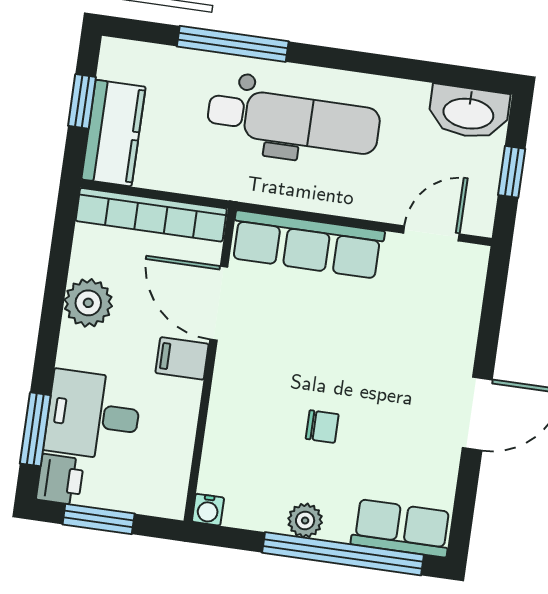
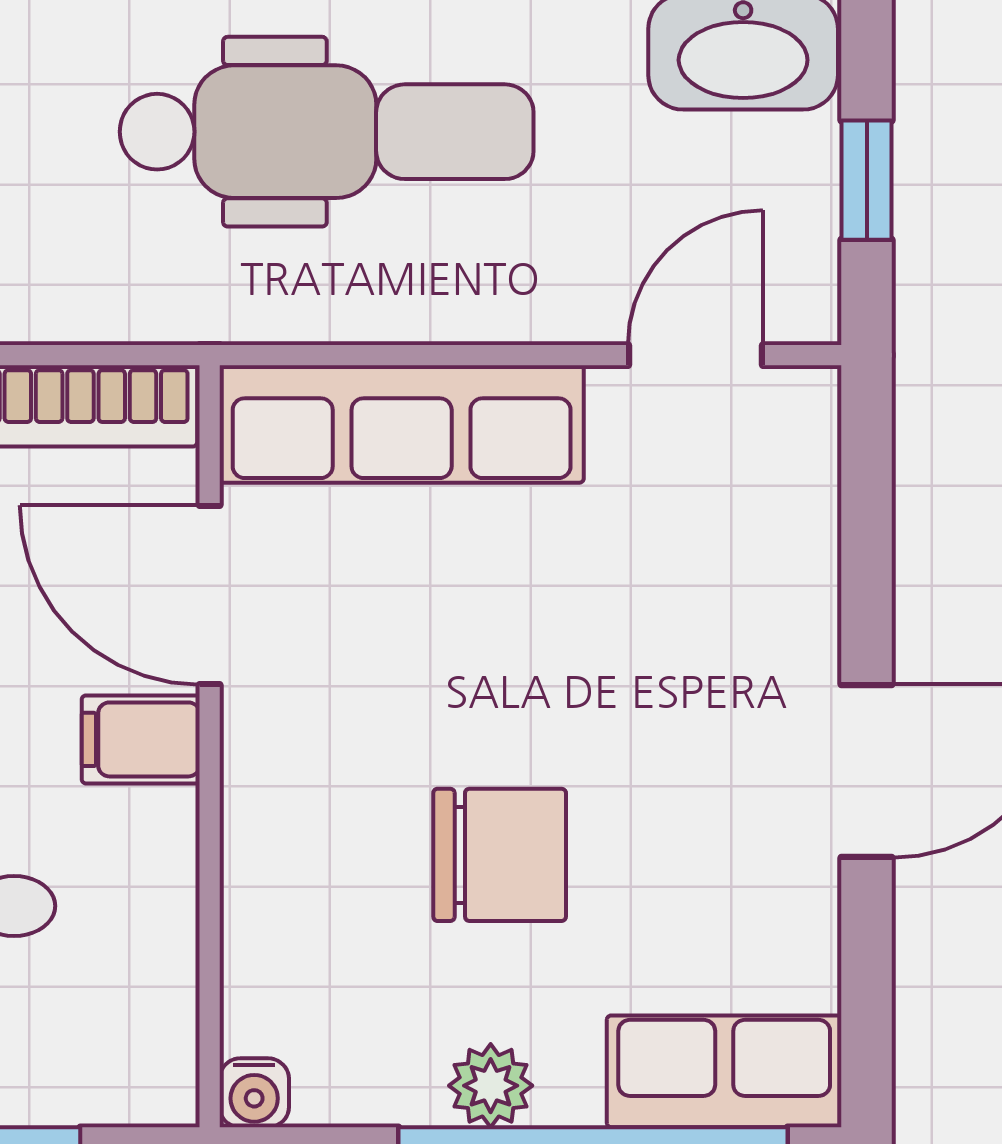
chair: (322, 427) -> (500, 855), width x1.87, depth x1.87

